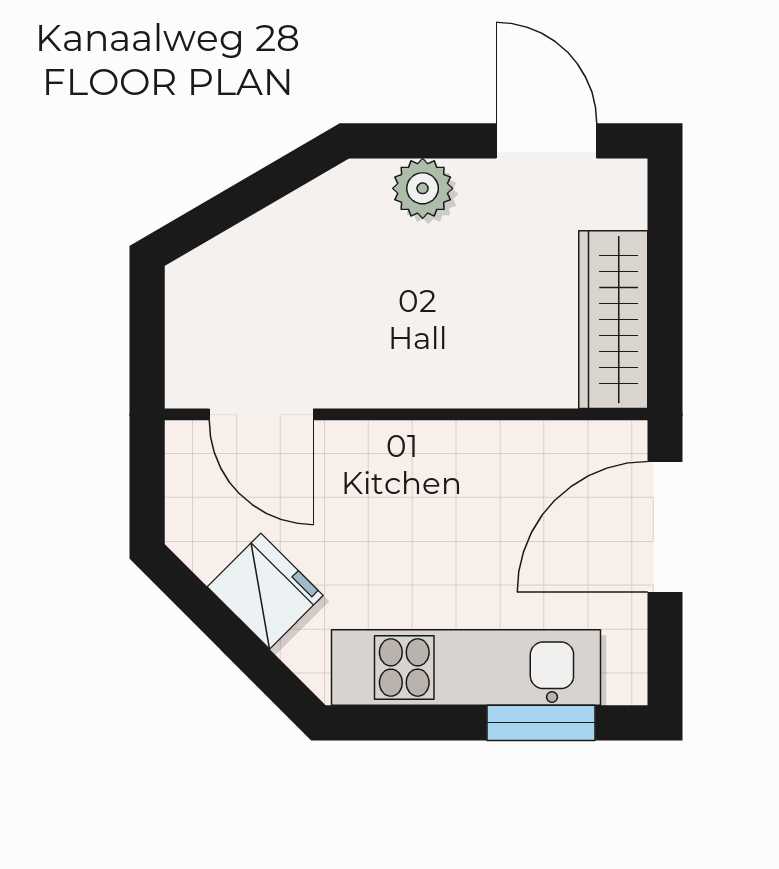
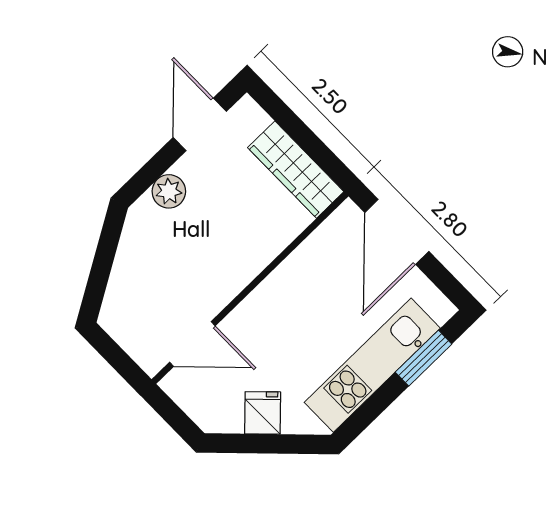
door: (546, 141) -> (200, 124), hinge flipped
fridge: (265, 591) -> (263, 413), width x0.72

